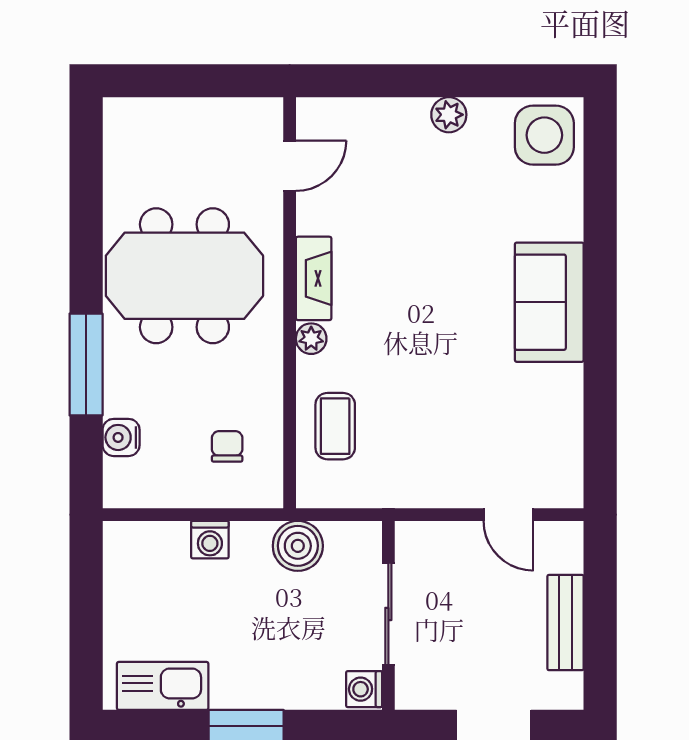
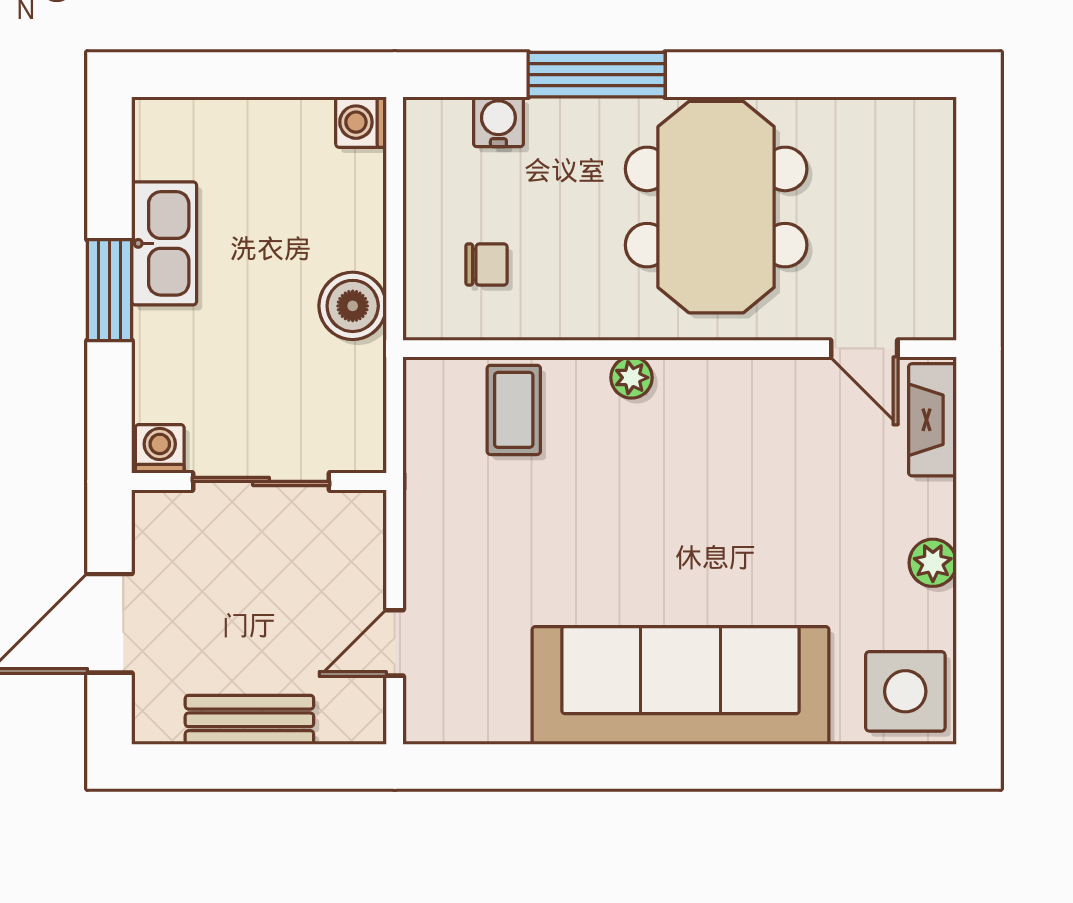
fireplace: (314, 278) -> (933, 420), moved, turned 90
sofa: (549, 302) -> (681, 685), width x1.85, depth x1.27
coffee table: (335, 426) -> (514, 410), turned 90
washing machine: (210, 540) -> (361, 122), moved
boiler: (298, 546) -> (353, 306), moved
kitchen sink: (163, 686) -> (164, 243), moved

